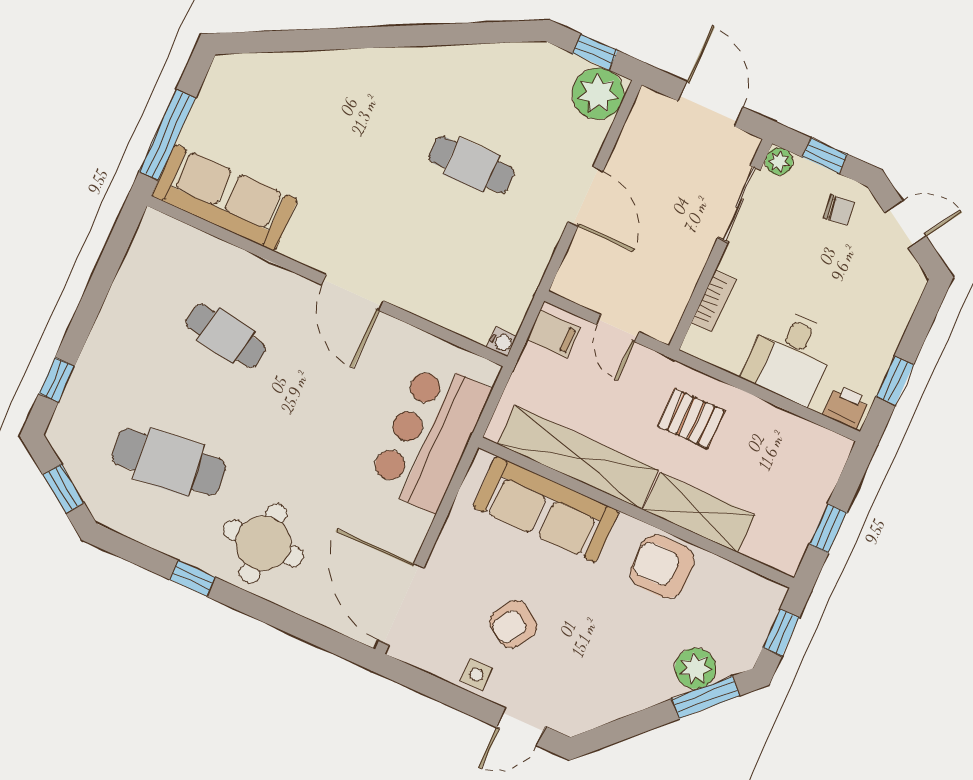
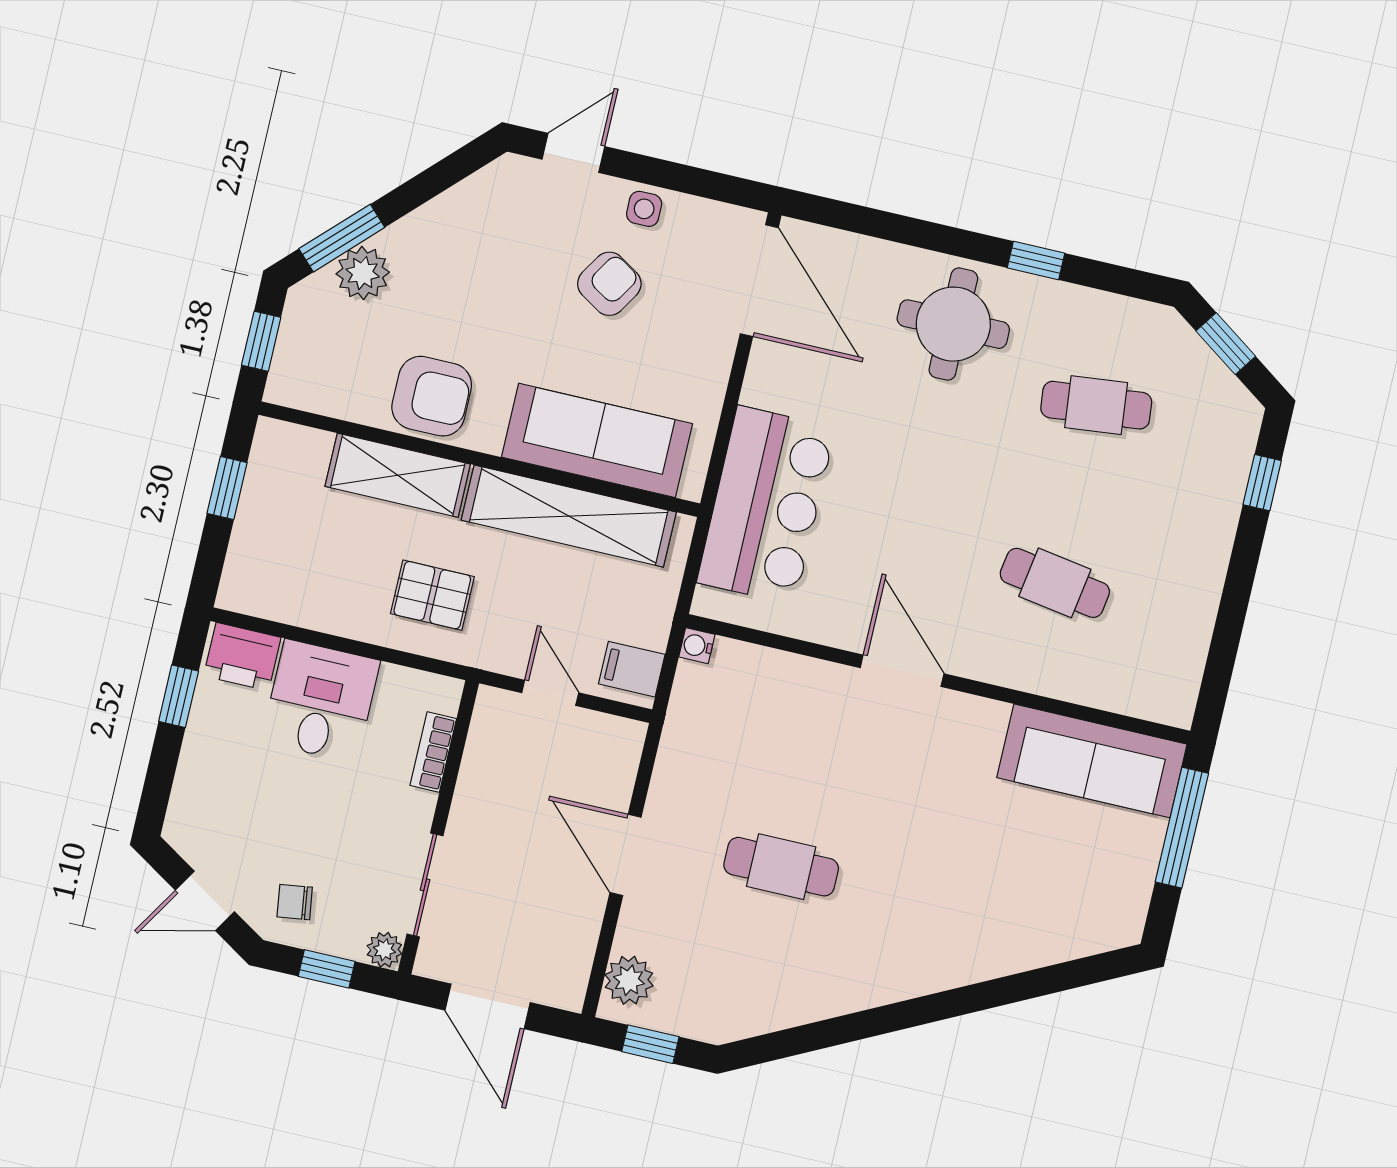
plant: (598, 94) -> (629, 980), width x0.73, depth x0.73
printer: (846, 407) -> (242, 657), width x1.36, depth x1.24
cafe table: (169, 462) -> (1096, 405), width x0.73, depth x0.74

